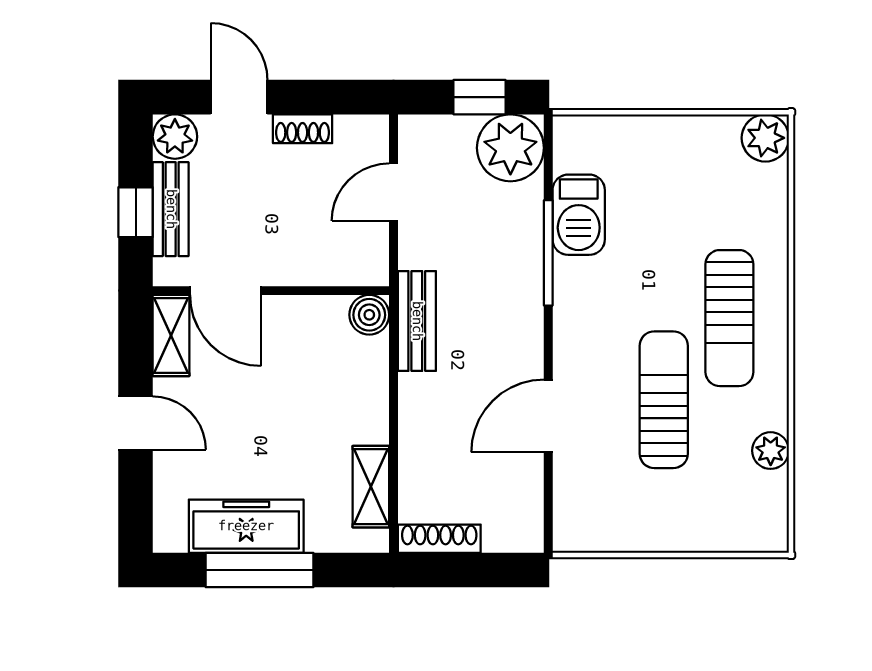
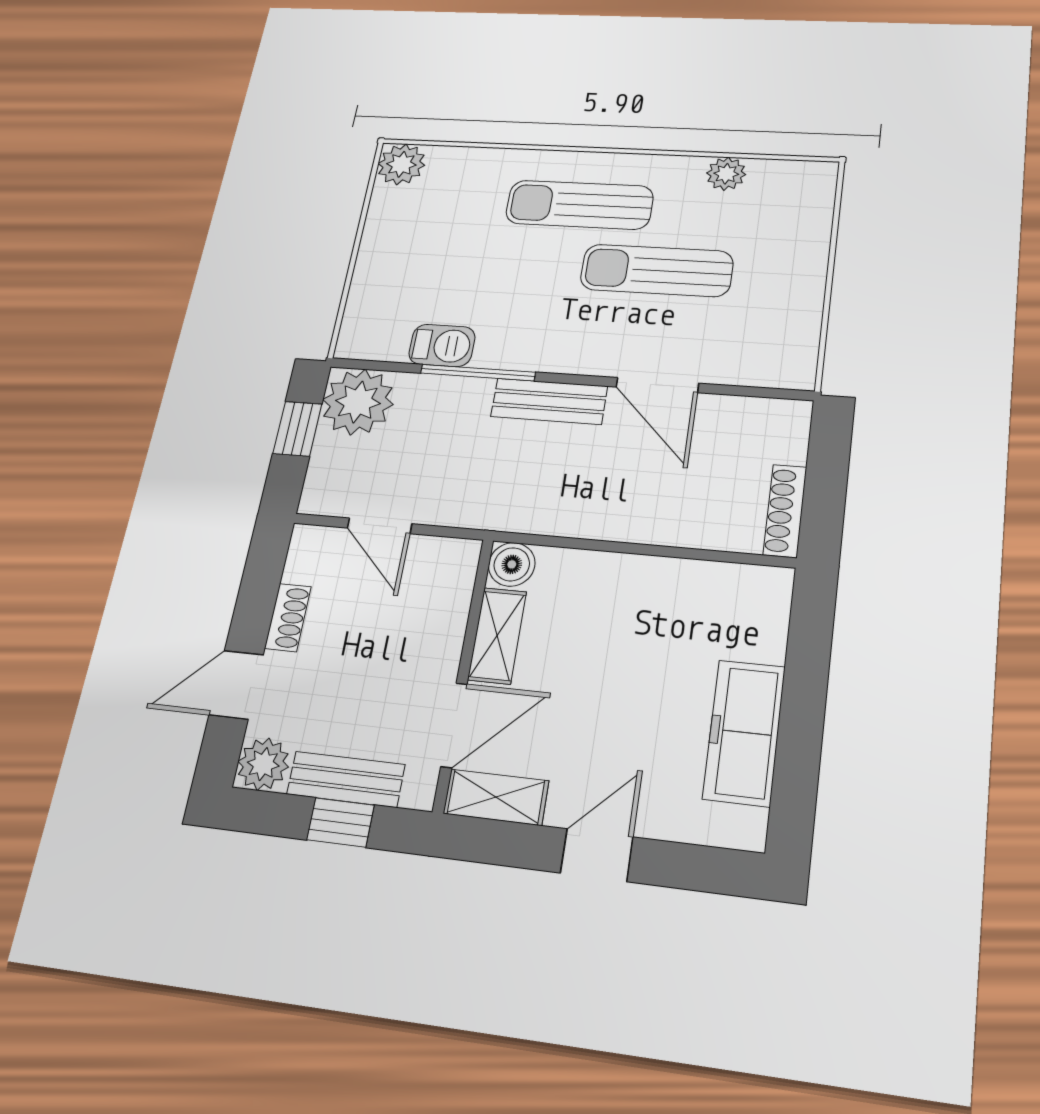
barbecue: (579, 215) -> (442, 345), width x0.73, depth x0.79
sun lounger: (729, 318) -> (579, 205), turned 180
bench: (417, 321) -> (549, 401), moved
shelving: (371, 487) -> (497, 636), moved, turned 90
window: (259, 570) -> (801, 722), removed

